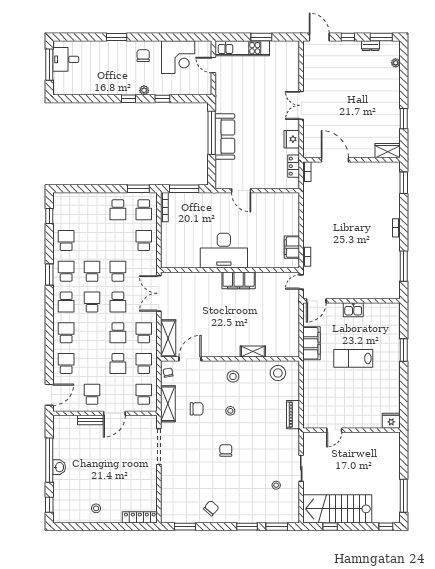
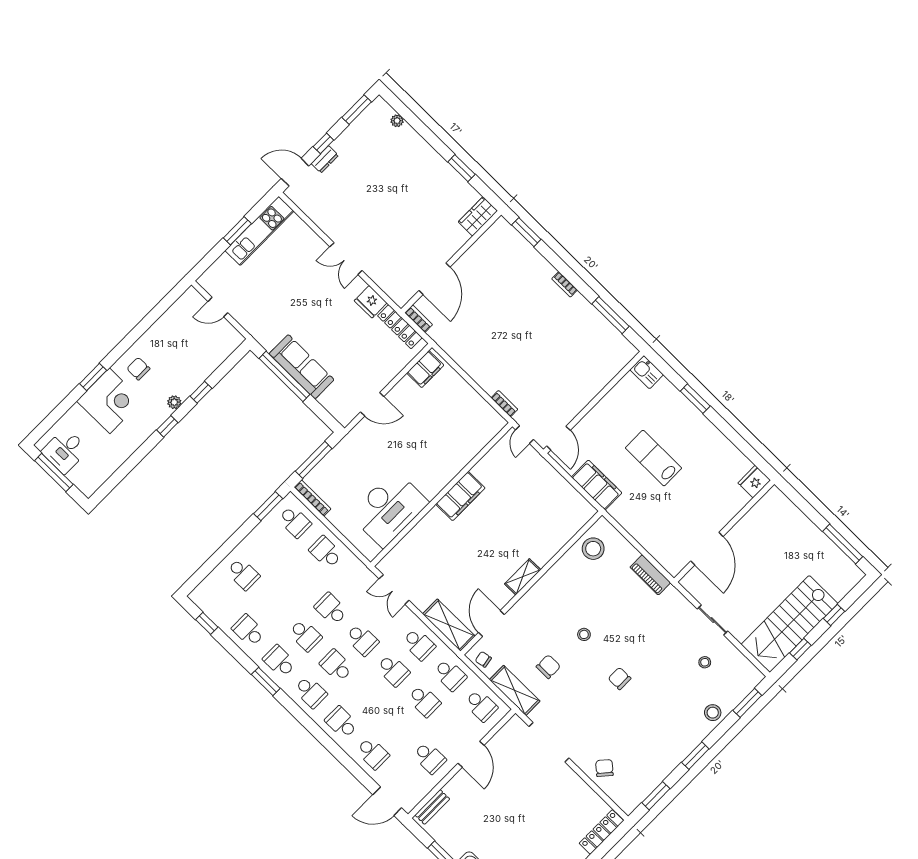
dresser: (371, 46) -> (325, 159), moved
kitchen unit: (242, 48) -> (260, 231), moved
corner desk: (178, 57) -> (110, 401), moved
door: (335, 160) -> (435, 279), swing flipped
locker: (294, 166) -> (400, 327), width x1.53
school desk: (118, 210) -> (243, 574), moved
filing cabinet: (292, 247) -> (425, 369), moved, turned -90
desk: (224, 251) -> (389, 509), moved
school desk: (92, 271) -> (305, 635), turned 180
double door: (159, 293) -> (394, 590), width x0.73
kitchen sink: (353, 310) -> (647, 372), moved, turned 90
school desk: (144, 333) -> (419, 644), turned 180
shelving: (253, 352) -> (523, 577), moved
lab bench: (353, 358) -> (653, 458), turned 90
school desk: (66, 364) -> (373, 753), turned 180
school desk: (144, 364) -> (450, 675), turned 180
stool: (233, 377) -> (713, 713), moved
school desk: (92, 394) -> (429, 758), turned 180
school desk: (144, 394) -> (481, 705), turned 180
door: (49, 395) -> (387, 801), swing flipped
bench: (90, 420) -> (432, 807), moved
door: (334, 430) -> (707, 549), width x1.88
chair: (211, 508) -> (604, 768), moved
window: (247, 527) -> (695, 756), moved
window: (386, 527) -> (834, 615), moved

